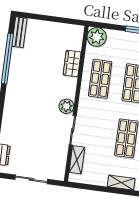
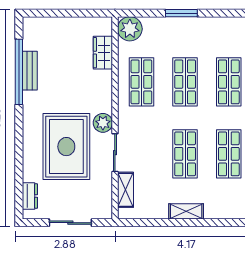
bench: (19, 32) -> (30, 71), moved
wardrobe: (72, 64) -> (103, 53), moved
rug: (36, 121) -> (66, 147), added

